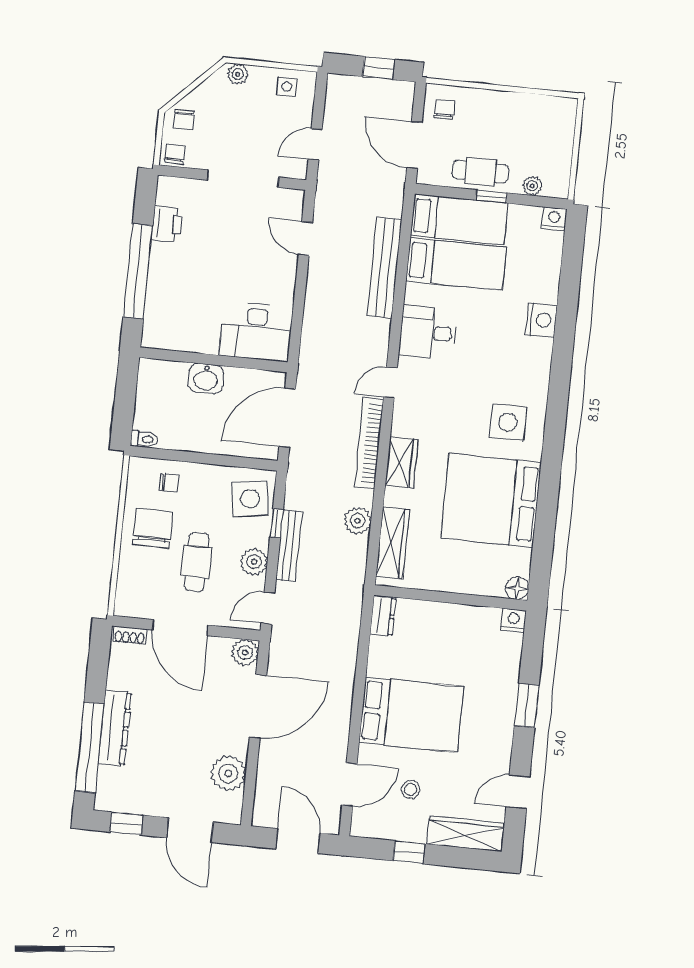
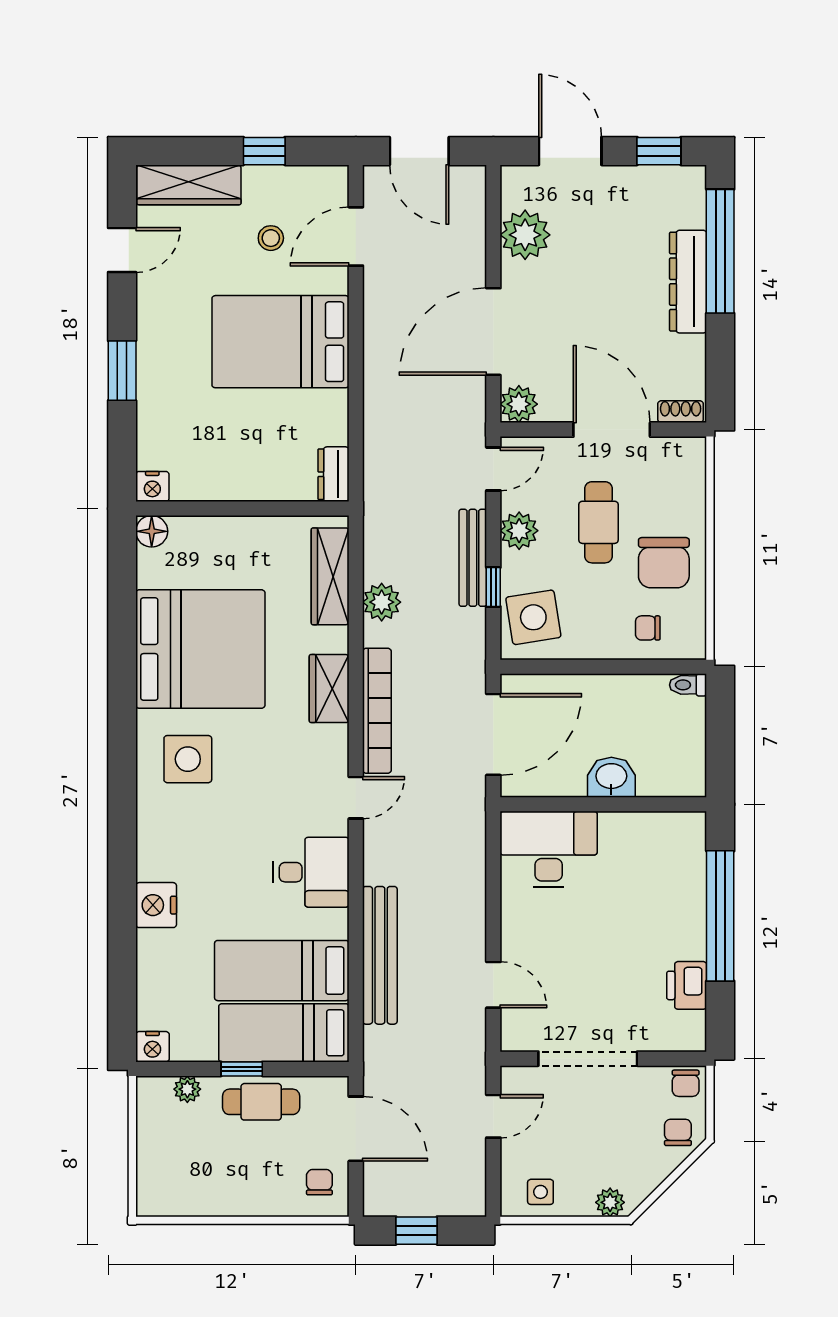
chair: (444, 110) -> (319, 1182), turned 180

